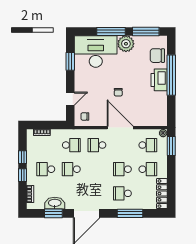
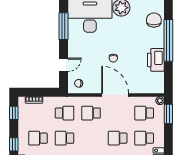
chair: (157, 56) -> (154, 20), turned 90
window: (70, 61) -> (63, 26), width x1.44
printer: (159, 80) -> (156, 60), moved
school desk: (148, 145) -> (144, 113), turned 180
window: (23, 157) -> (14, 113), moved
school desk: (148, 169) -> (144, 138), turned 180

